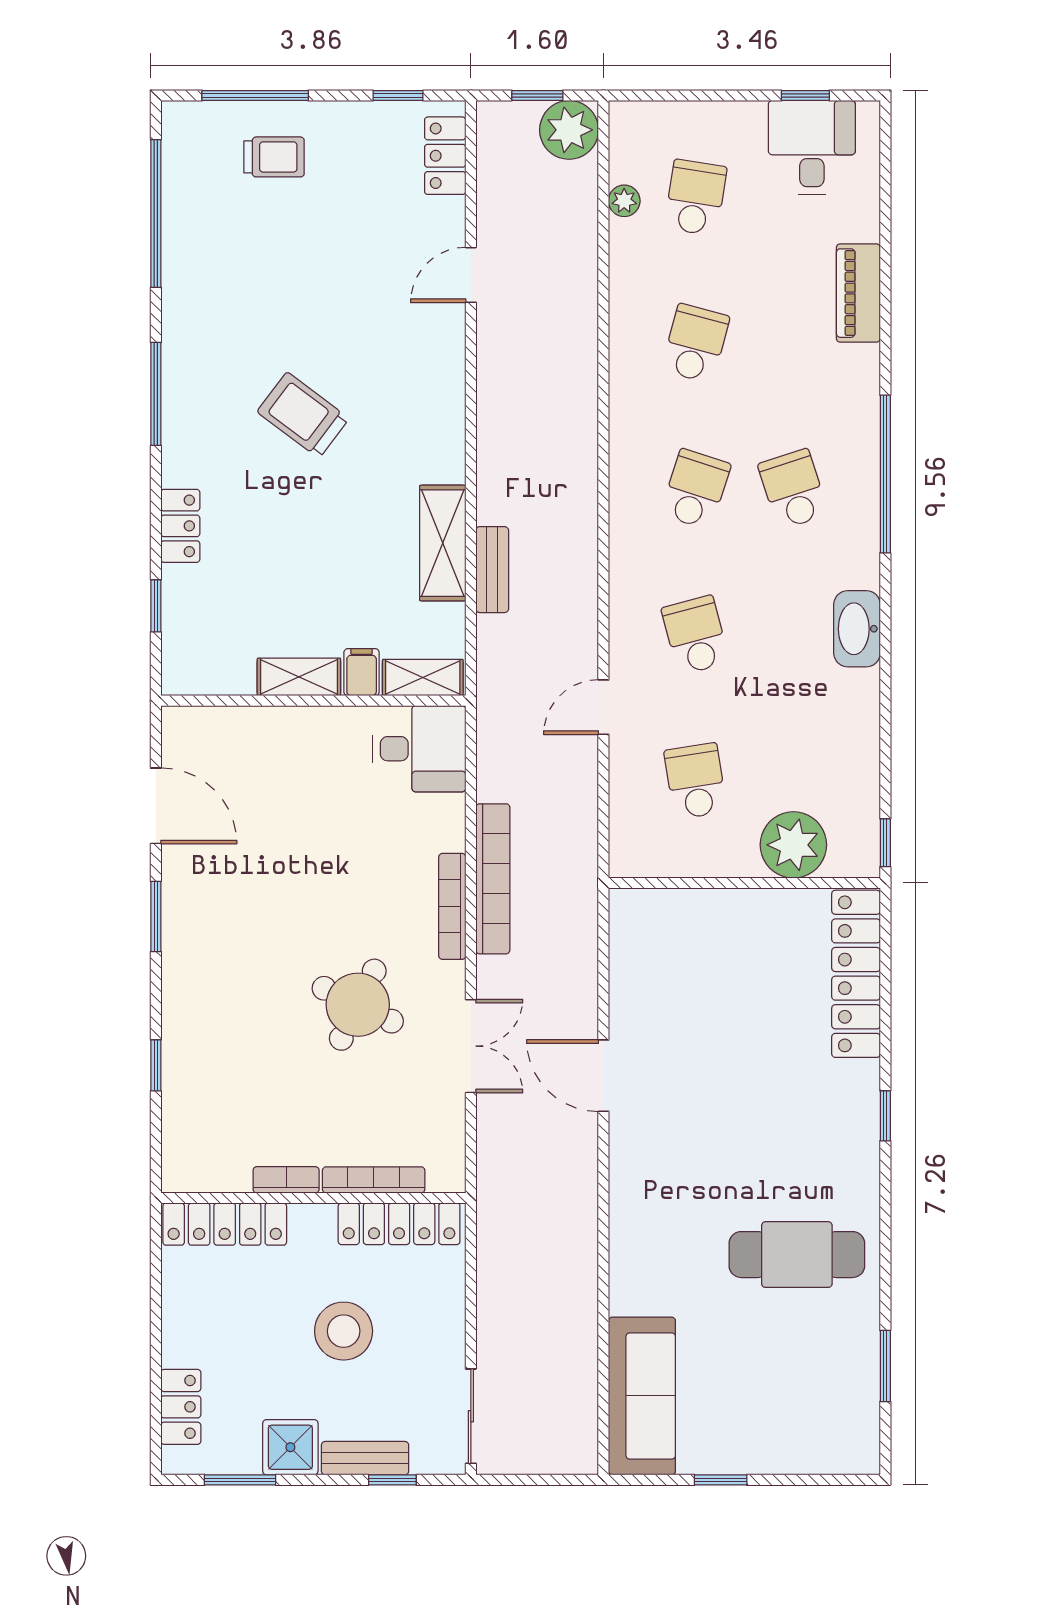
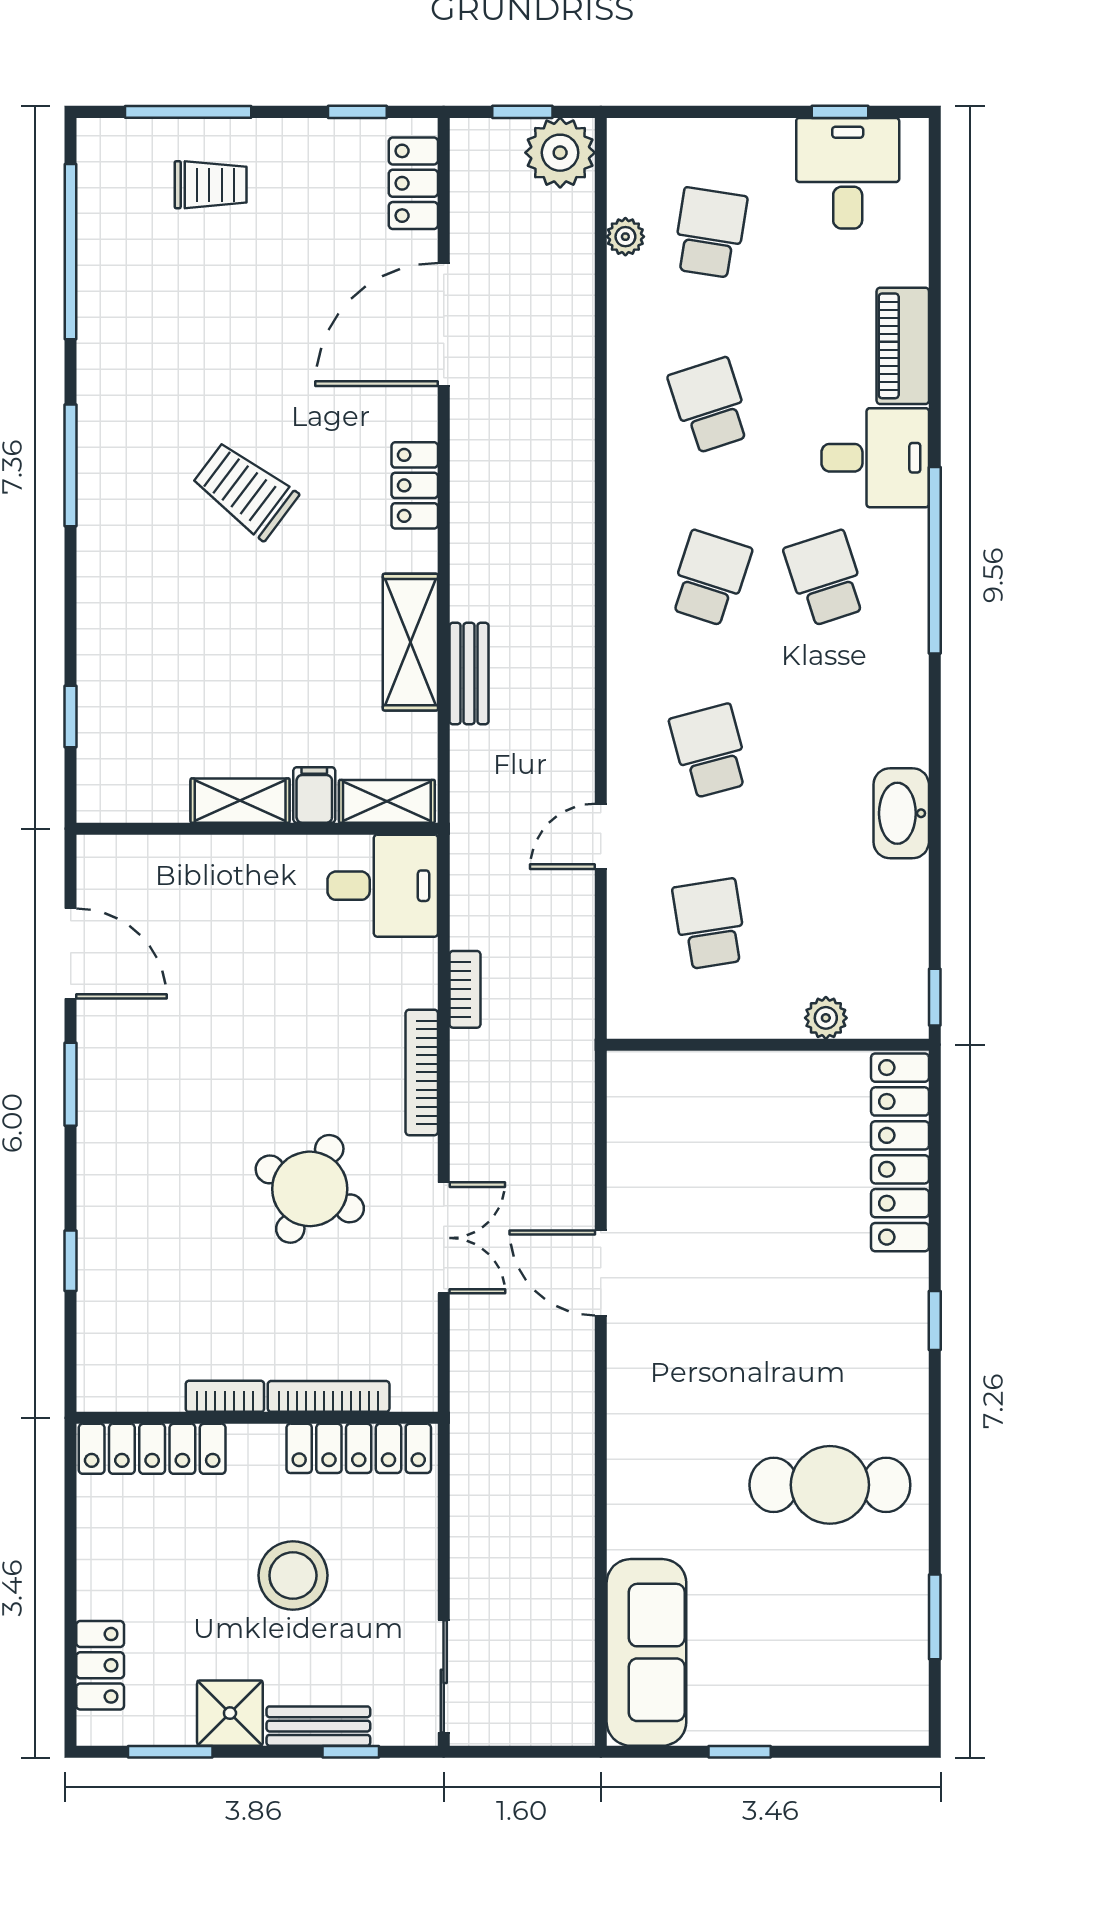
door: (471, 275) -> (444, 324), width x1.88
school desk: (695, 343) -> (710, 406), turned -33
desk: (835, 387) -> (875, 458), added
locker: (180, 526) -> (415, 485), moved, turned 180
washbasin: (857, 629) -> (901, 813), moved
plant: (793, 845) -> (826, 1018), width x0.53, depth x0.53
bookcase: (493, 879) -> (465, 989), width x0.43, depth x0.76

